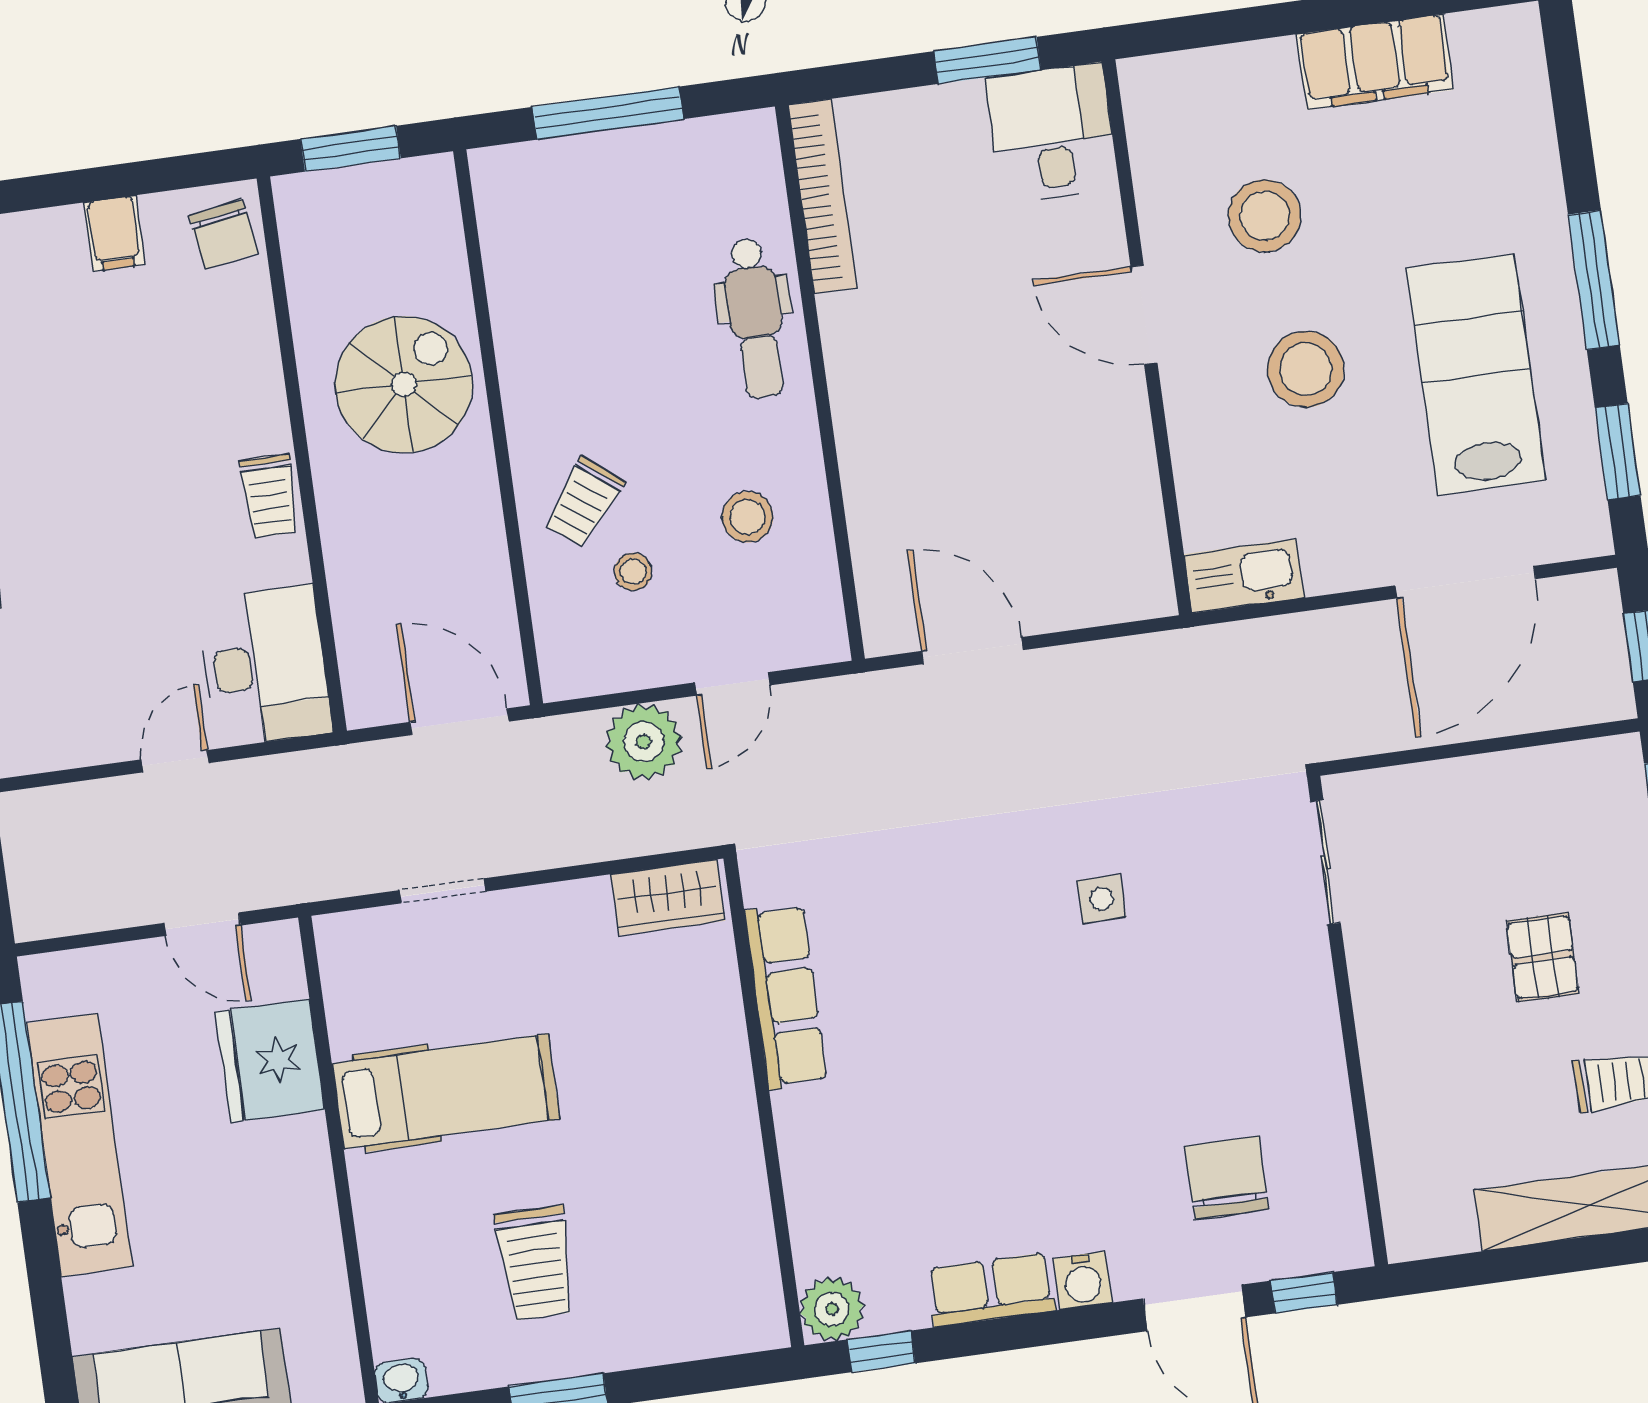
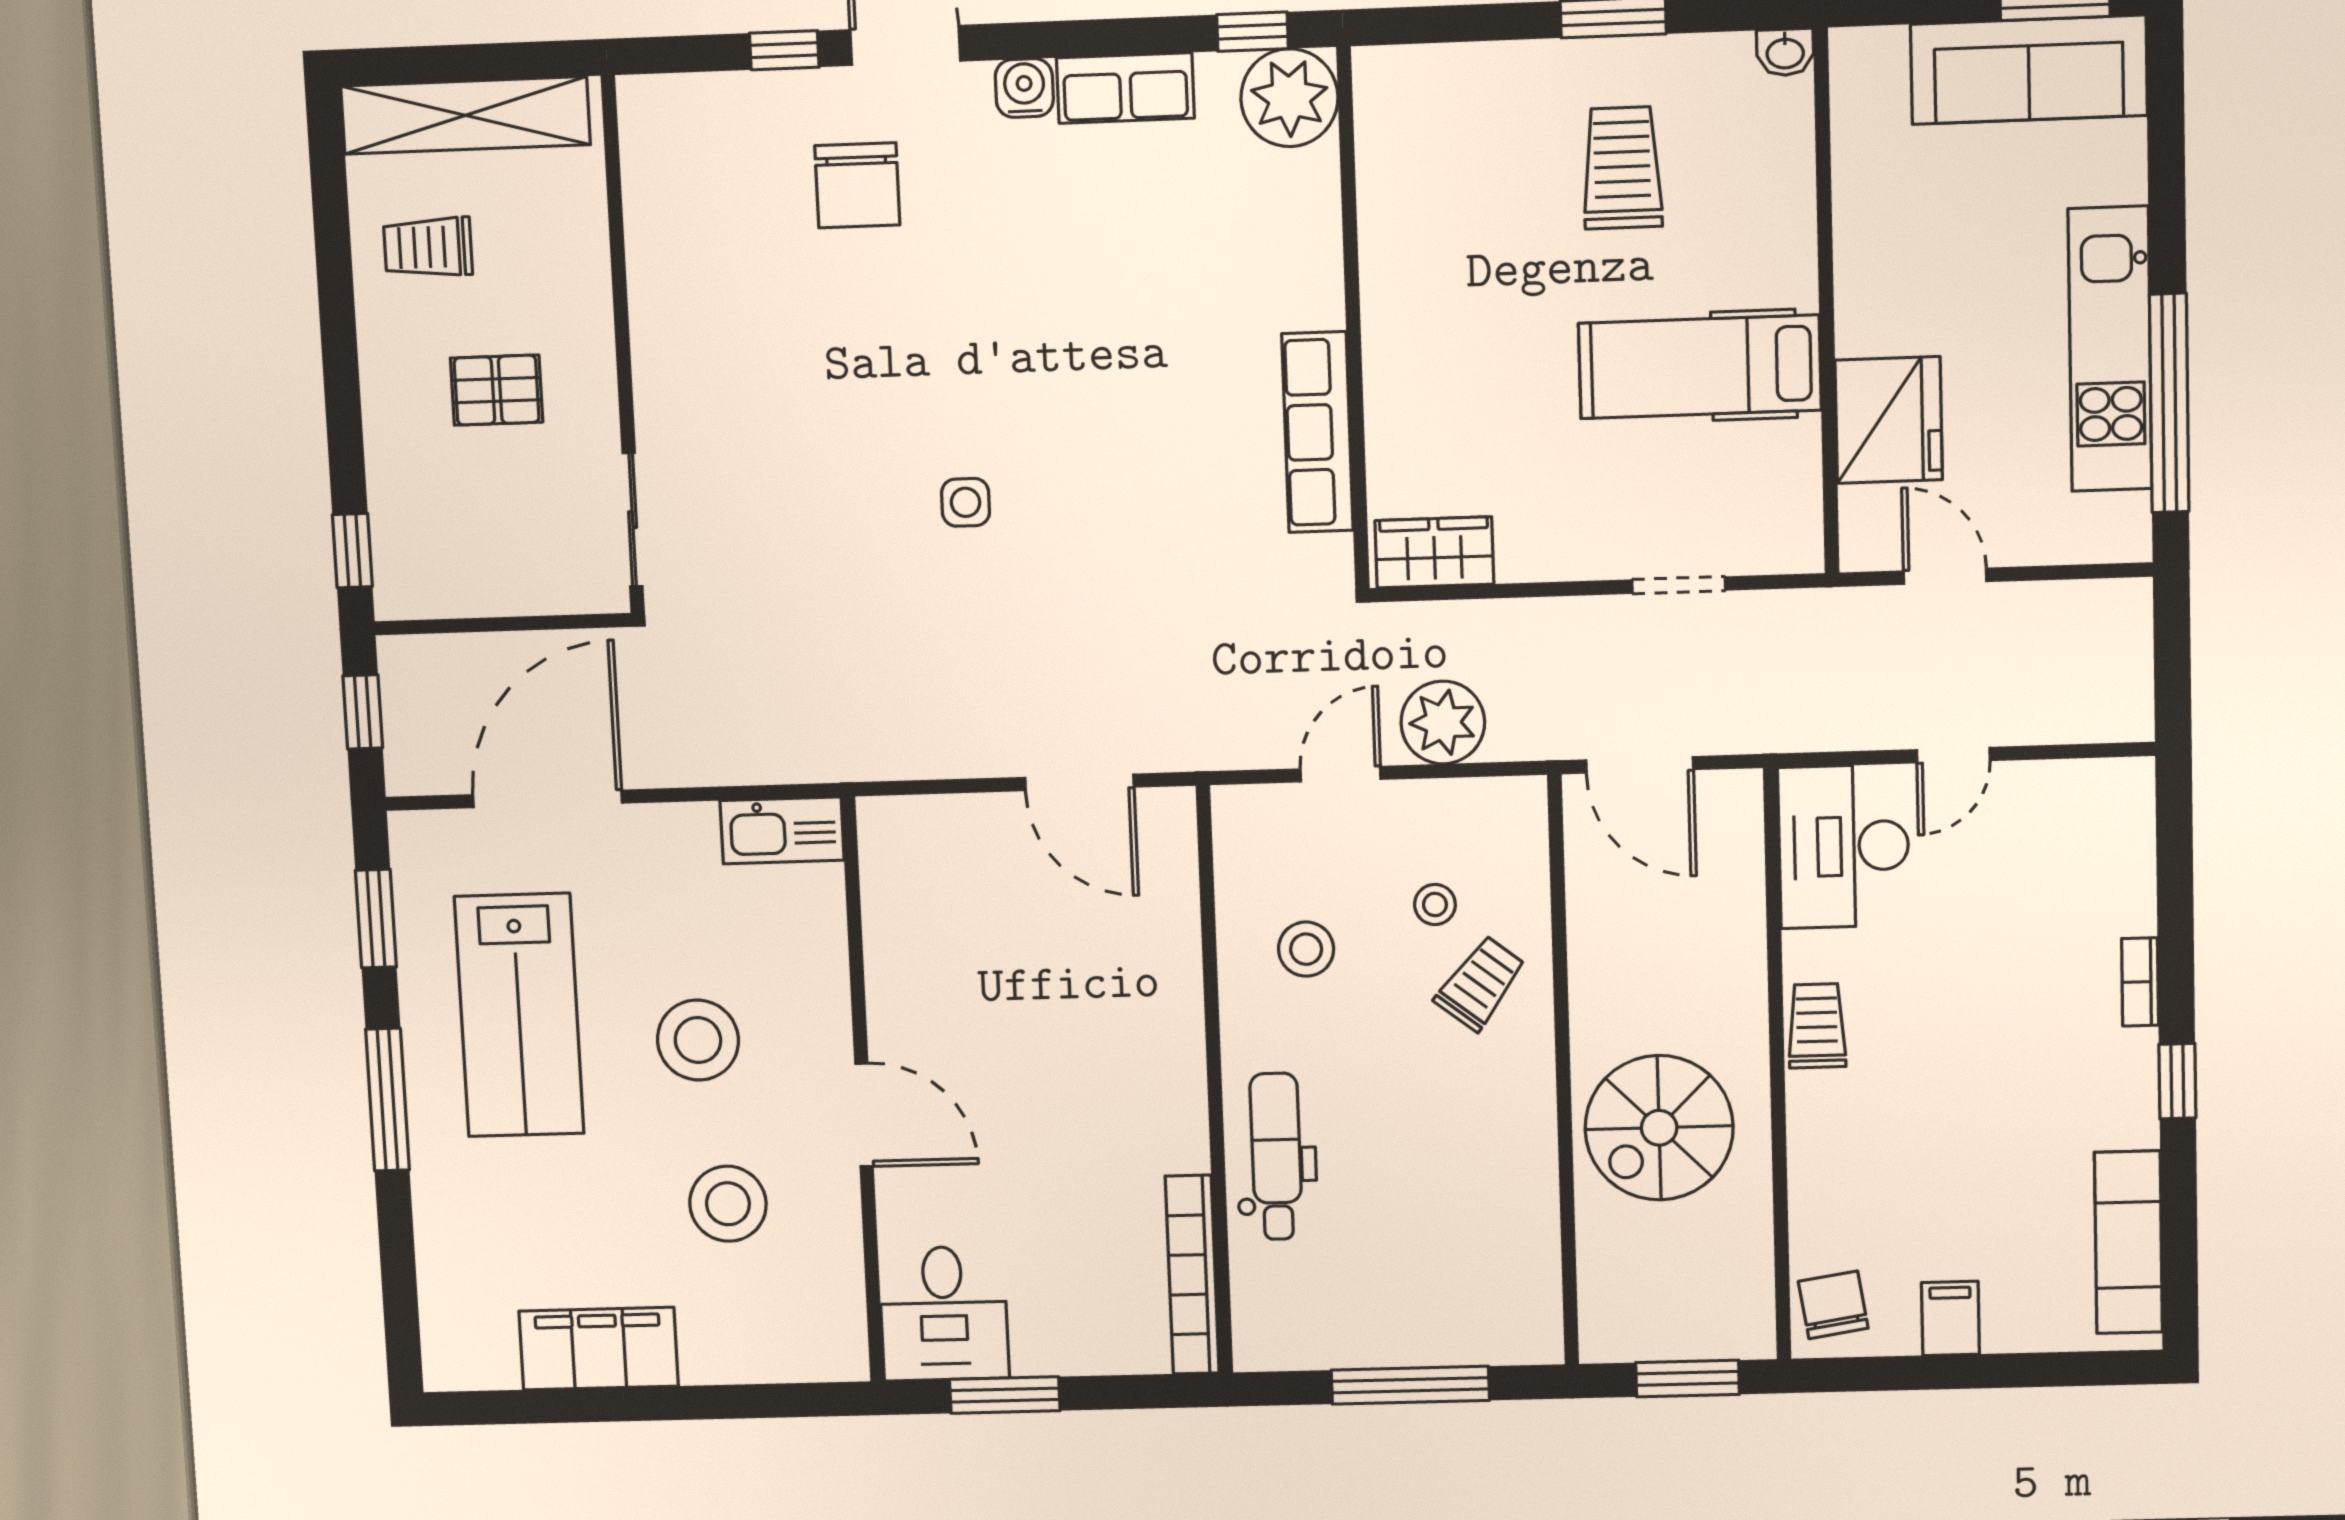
sliding door: (1325, 862) -> (633, 520), moved
pallet: (1543, 957) -> (497, 390), turned 90
wall: (1348, 1021) -> (623, 346), moved
plant: (832, 1309) -> (1289, 98), width x1.36, depth x1.36

